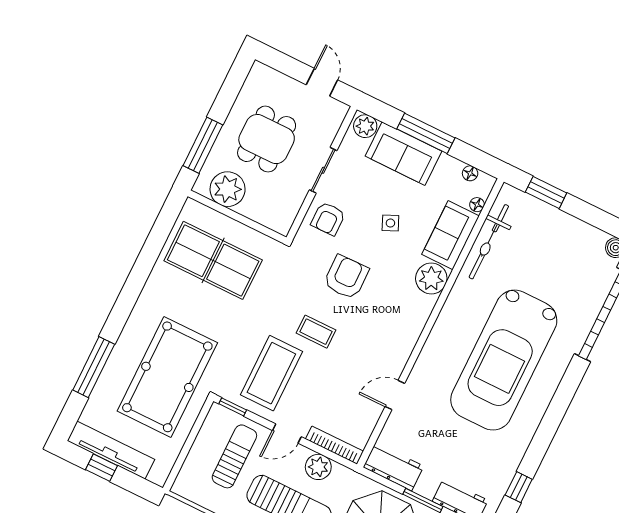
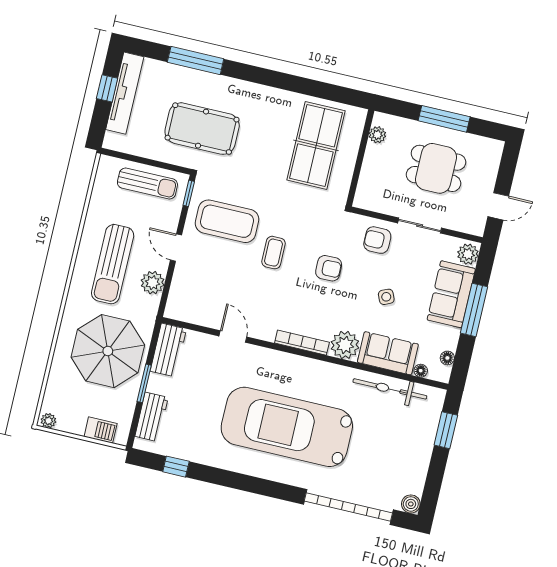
window: (203, 145) -> (444, 119), moved
plant: (228, 189) -> (377, 135), width x0.53, depth x0.53
armchair: (346, 277) -> (329, 268), width x0.72, depth x0.72
pool table: (167, 377) -> (202, 129), width x0.73, depth x0.76
bookcase: (335, 445) -> (302, 343), moved, turned -90
sun lounger: (234, 456) -> (147, 183), moved

